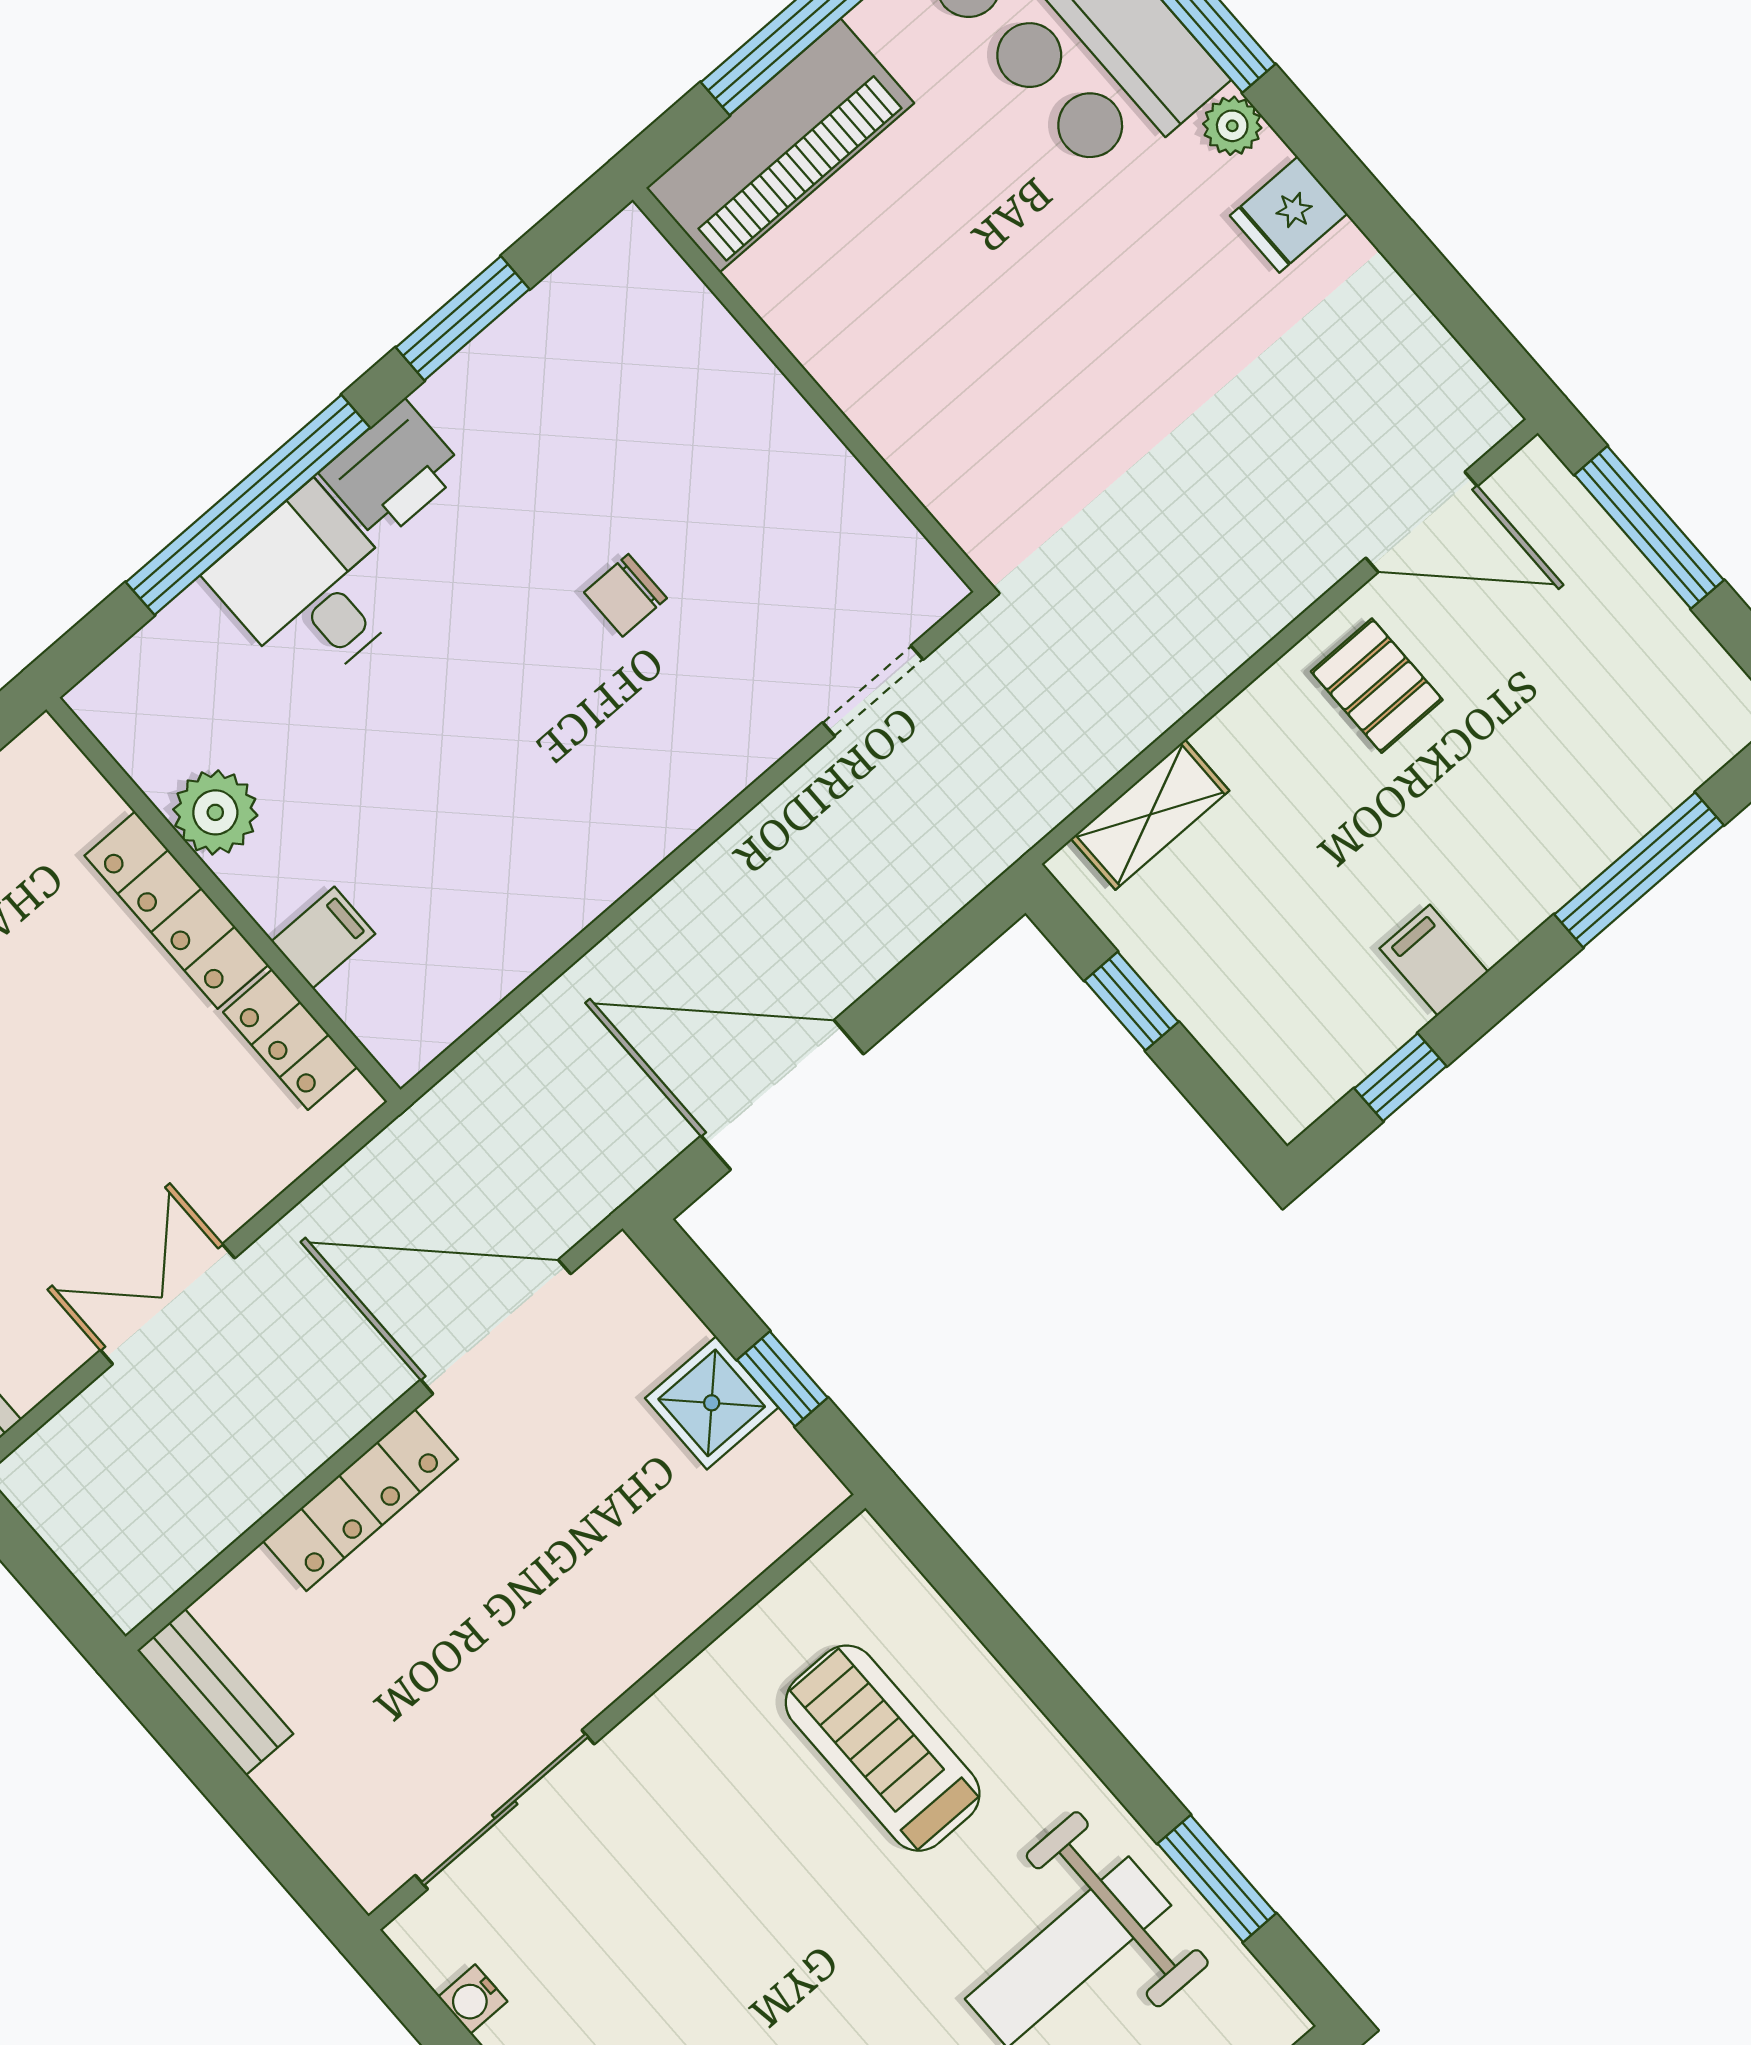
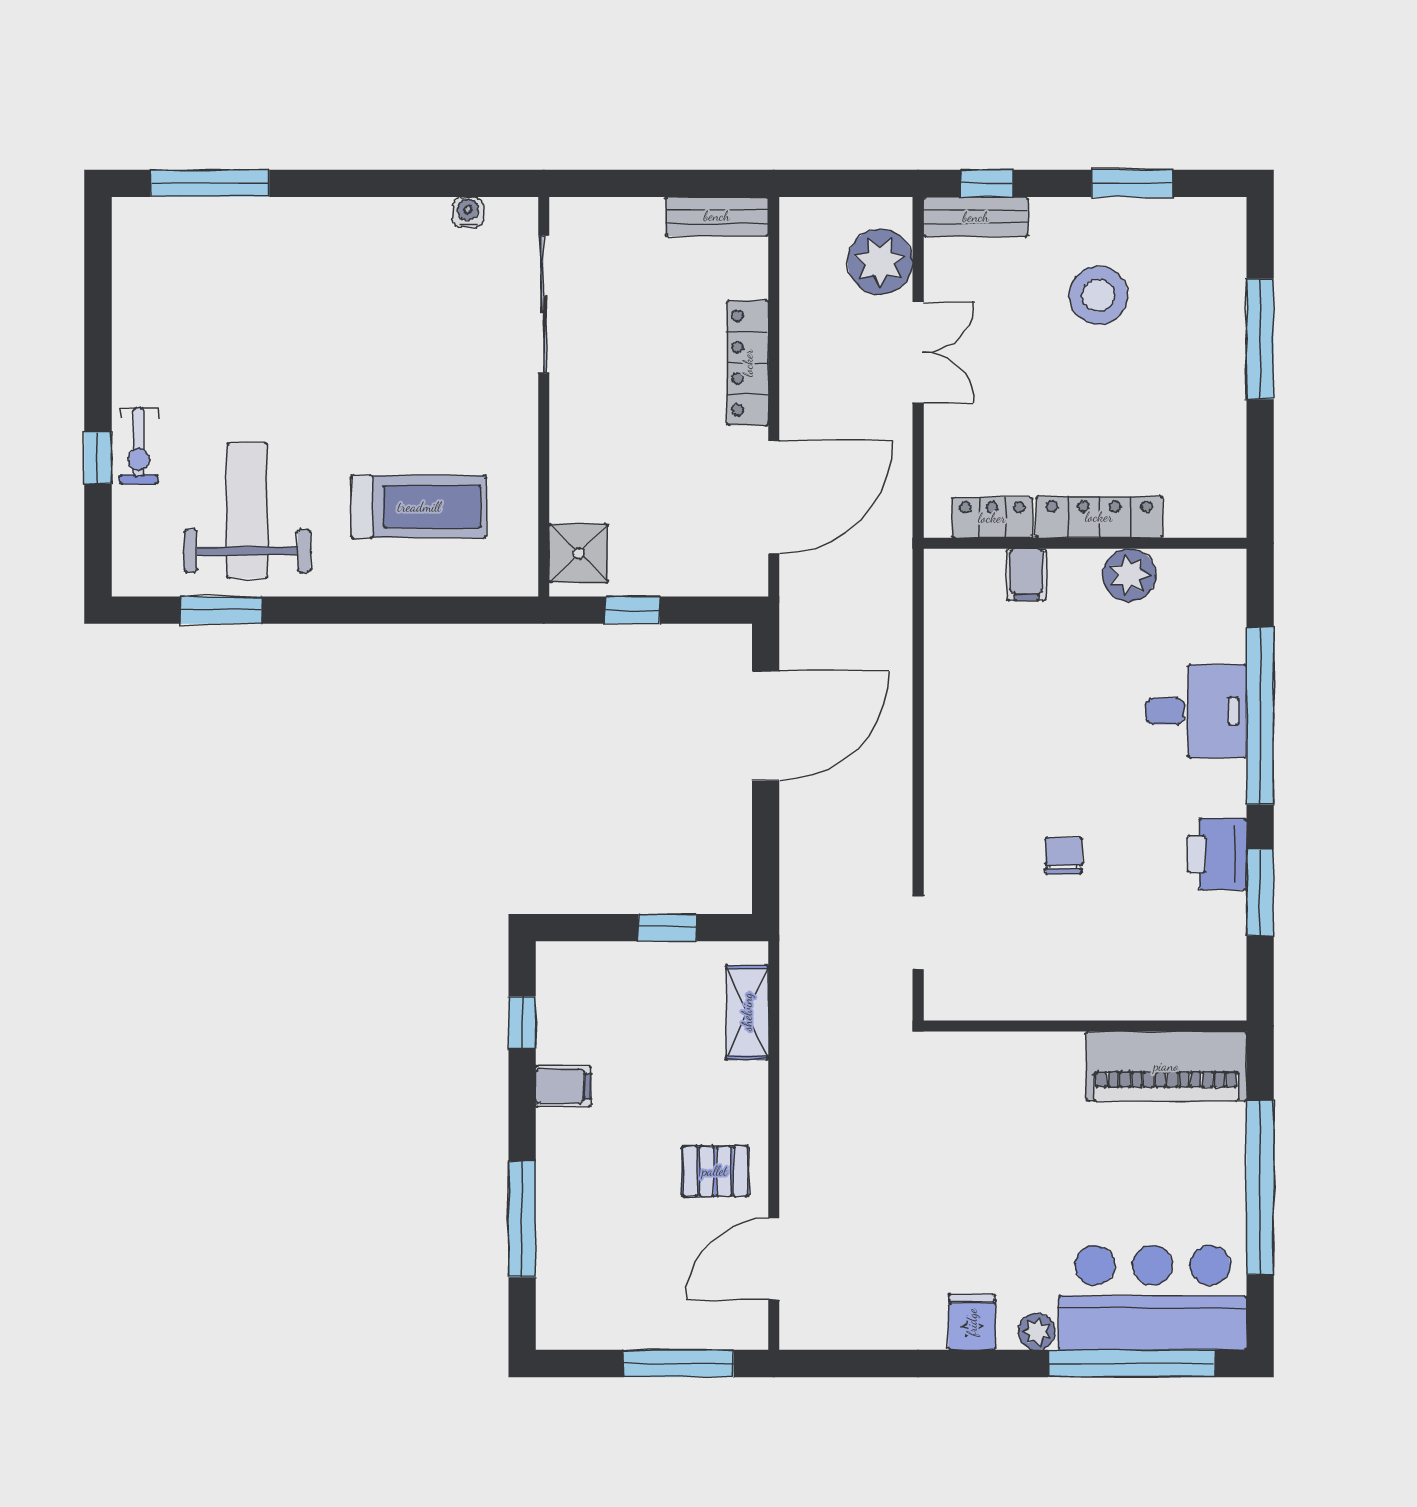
piano: (780, 146) -> (1166, 1066), moved, turned -90
printer: (392, 471) -> (1217, 854), moved
shower: (712, 1403) -> (579, 553), moved
plant: (98, 1446) -> (880, 262), added

